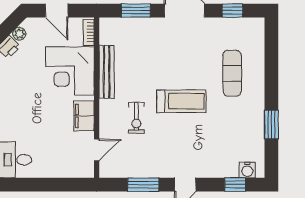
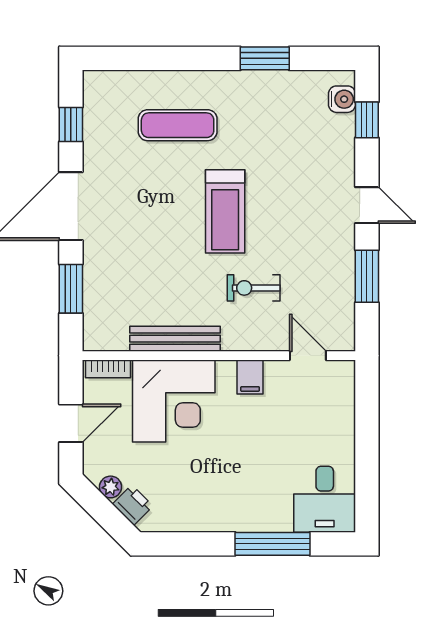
treadmill: (181, 101) -> (225, 211), turned 180
filing cabinet: (84, 116) -> (250, 377), width x0.50
exercise bike: (136, 118) -> (254, 288), turned 180

